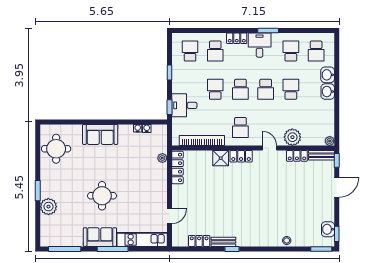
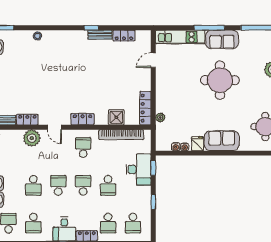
school desk: (215, 51) -> (108, 223), turned 180
desk: (184, 105) -> (139, 169), width x1.37
fridge: (125, 131) -> (198, 144), added
shower: (221, 158) -> (116, 117), moved
round table: (102, 196) -> (220, 80), width x1.36, depth x1.36

